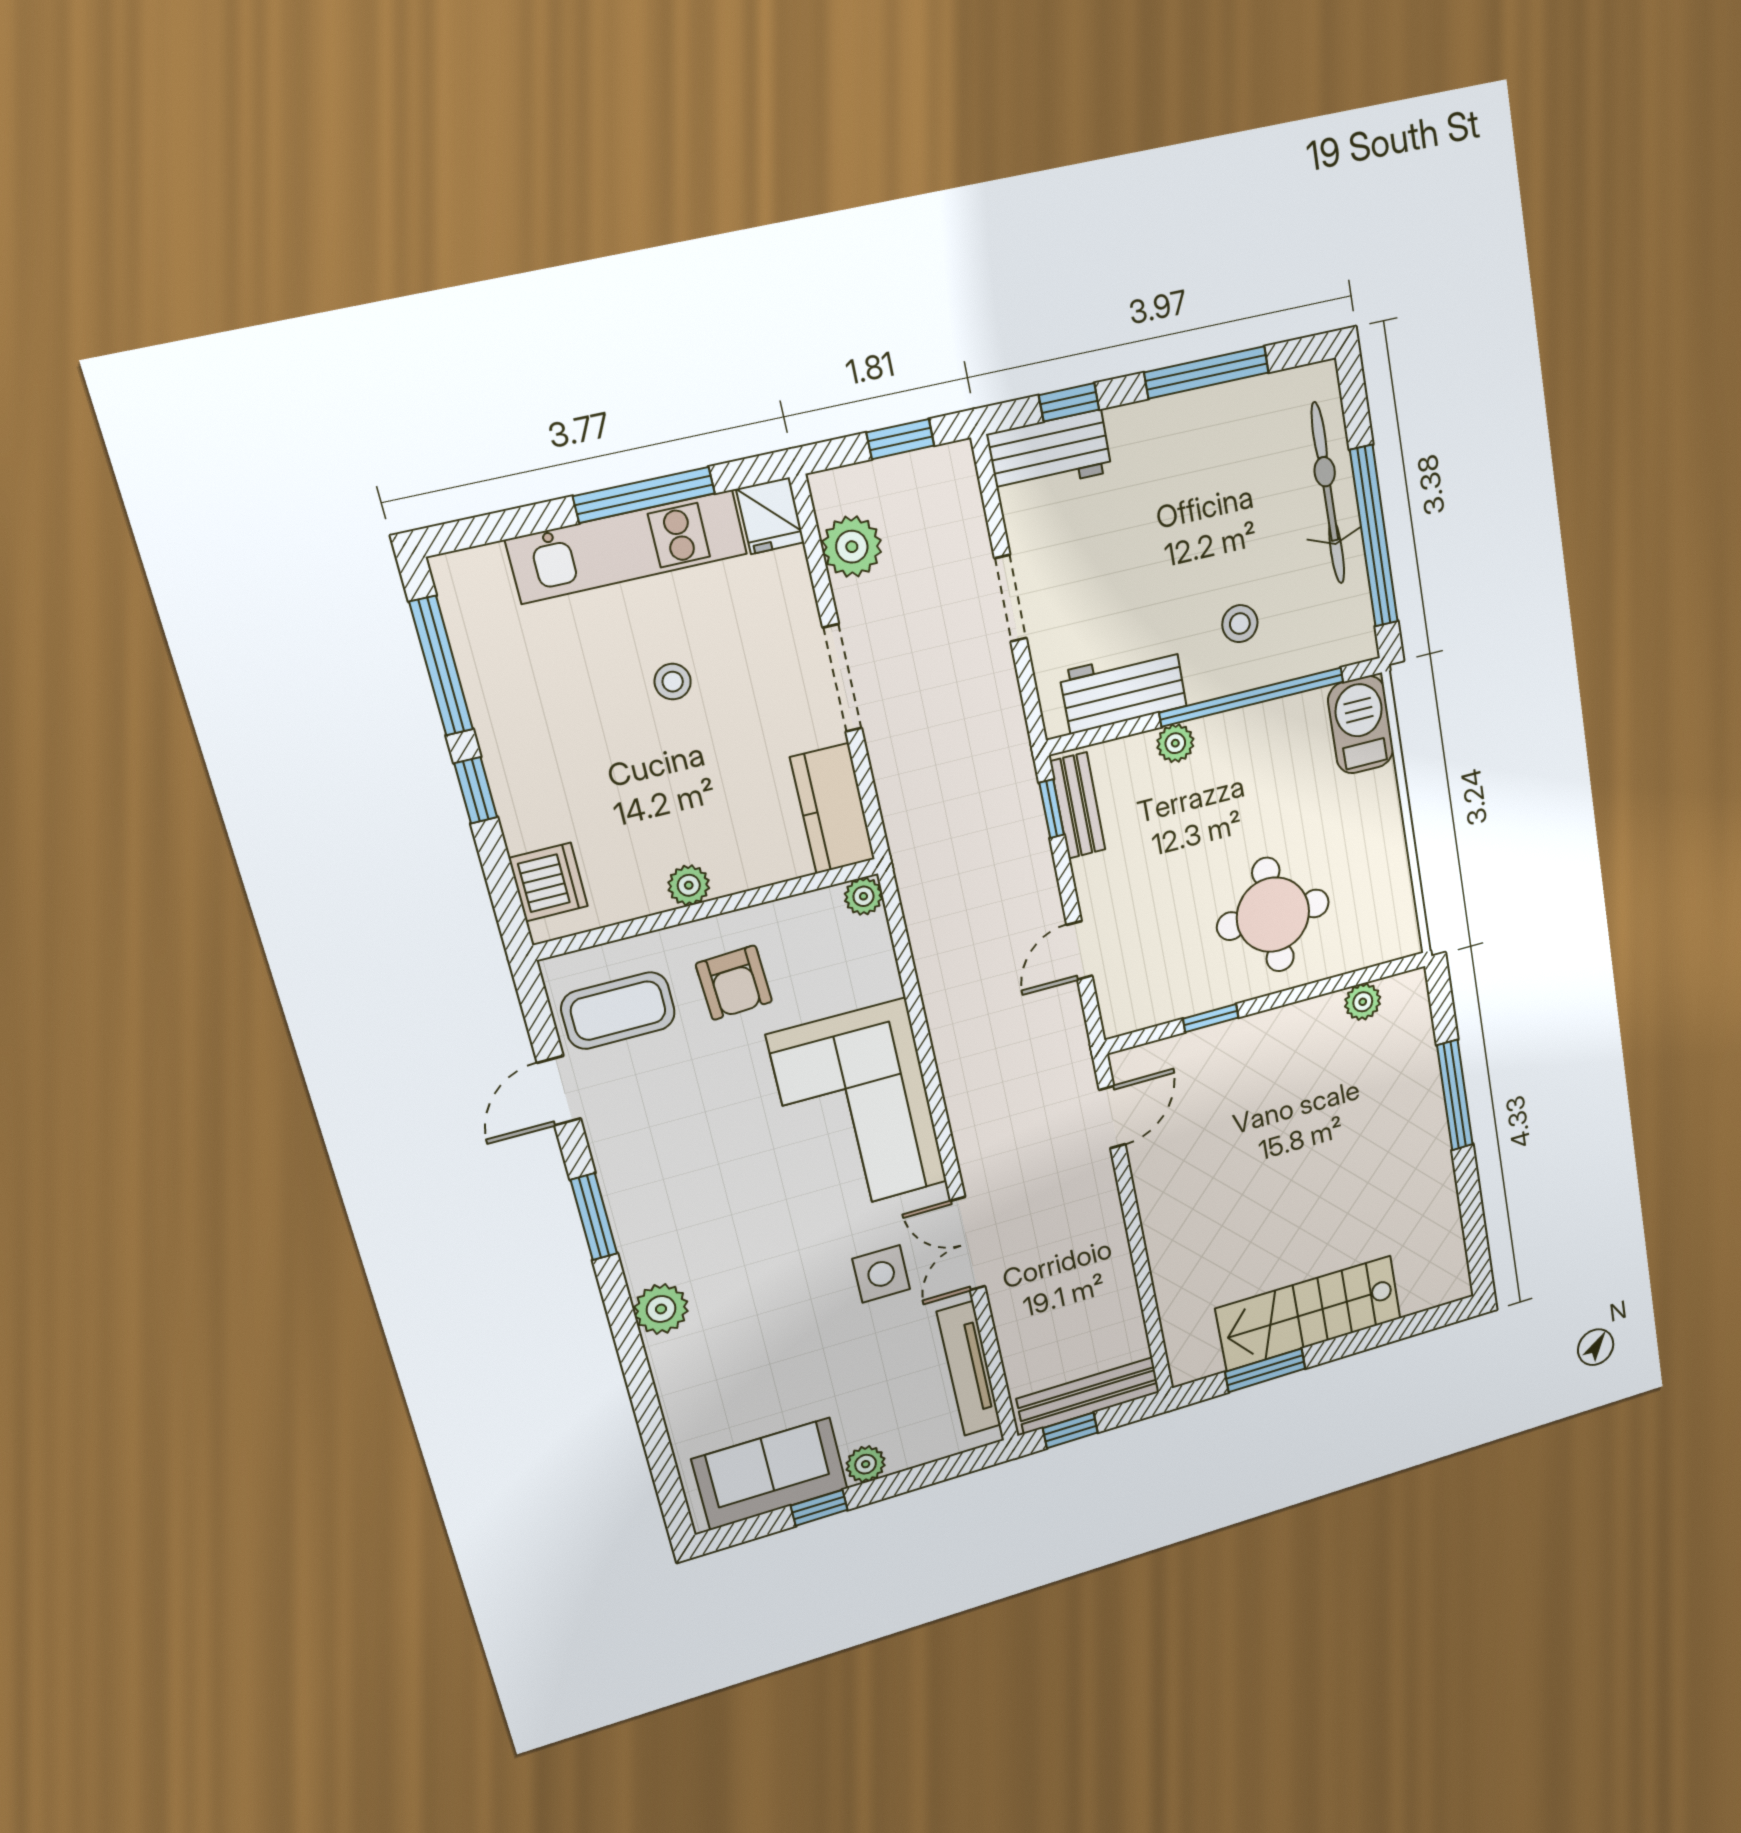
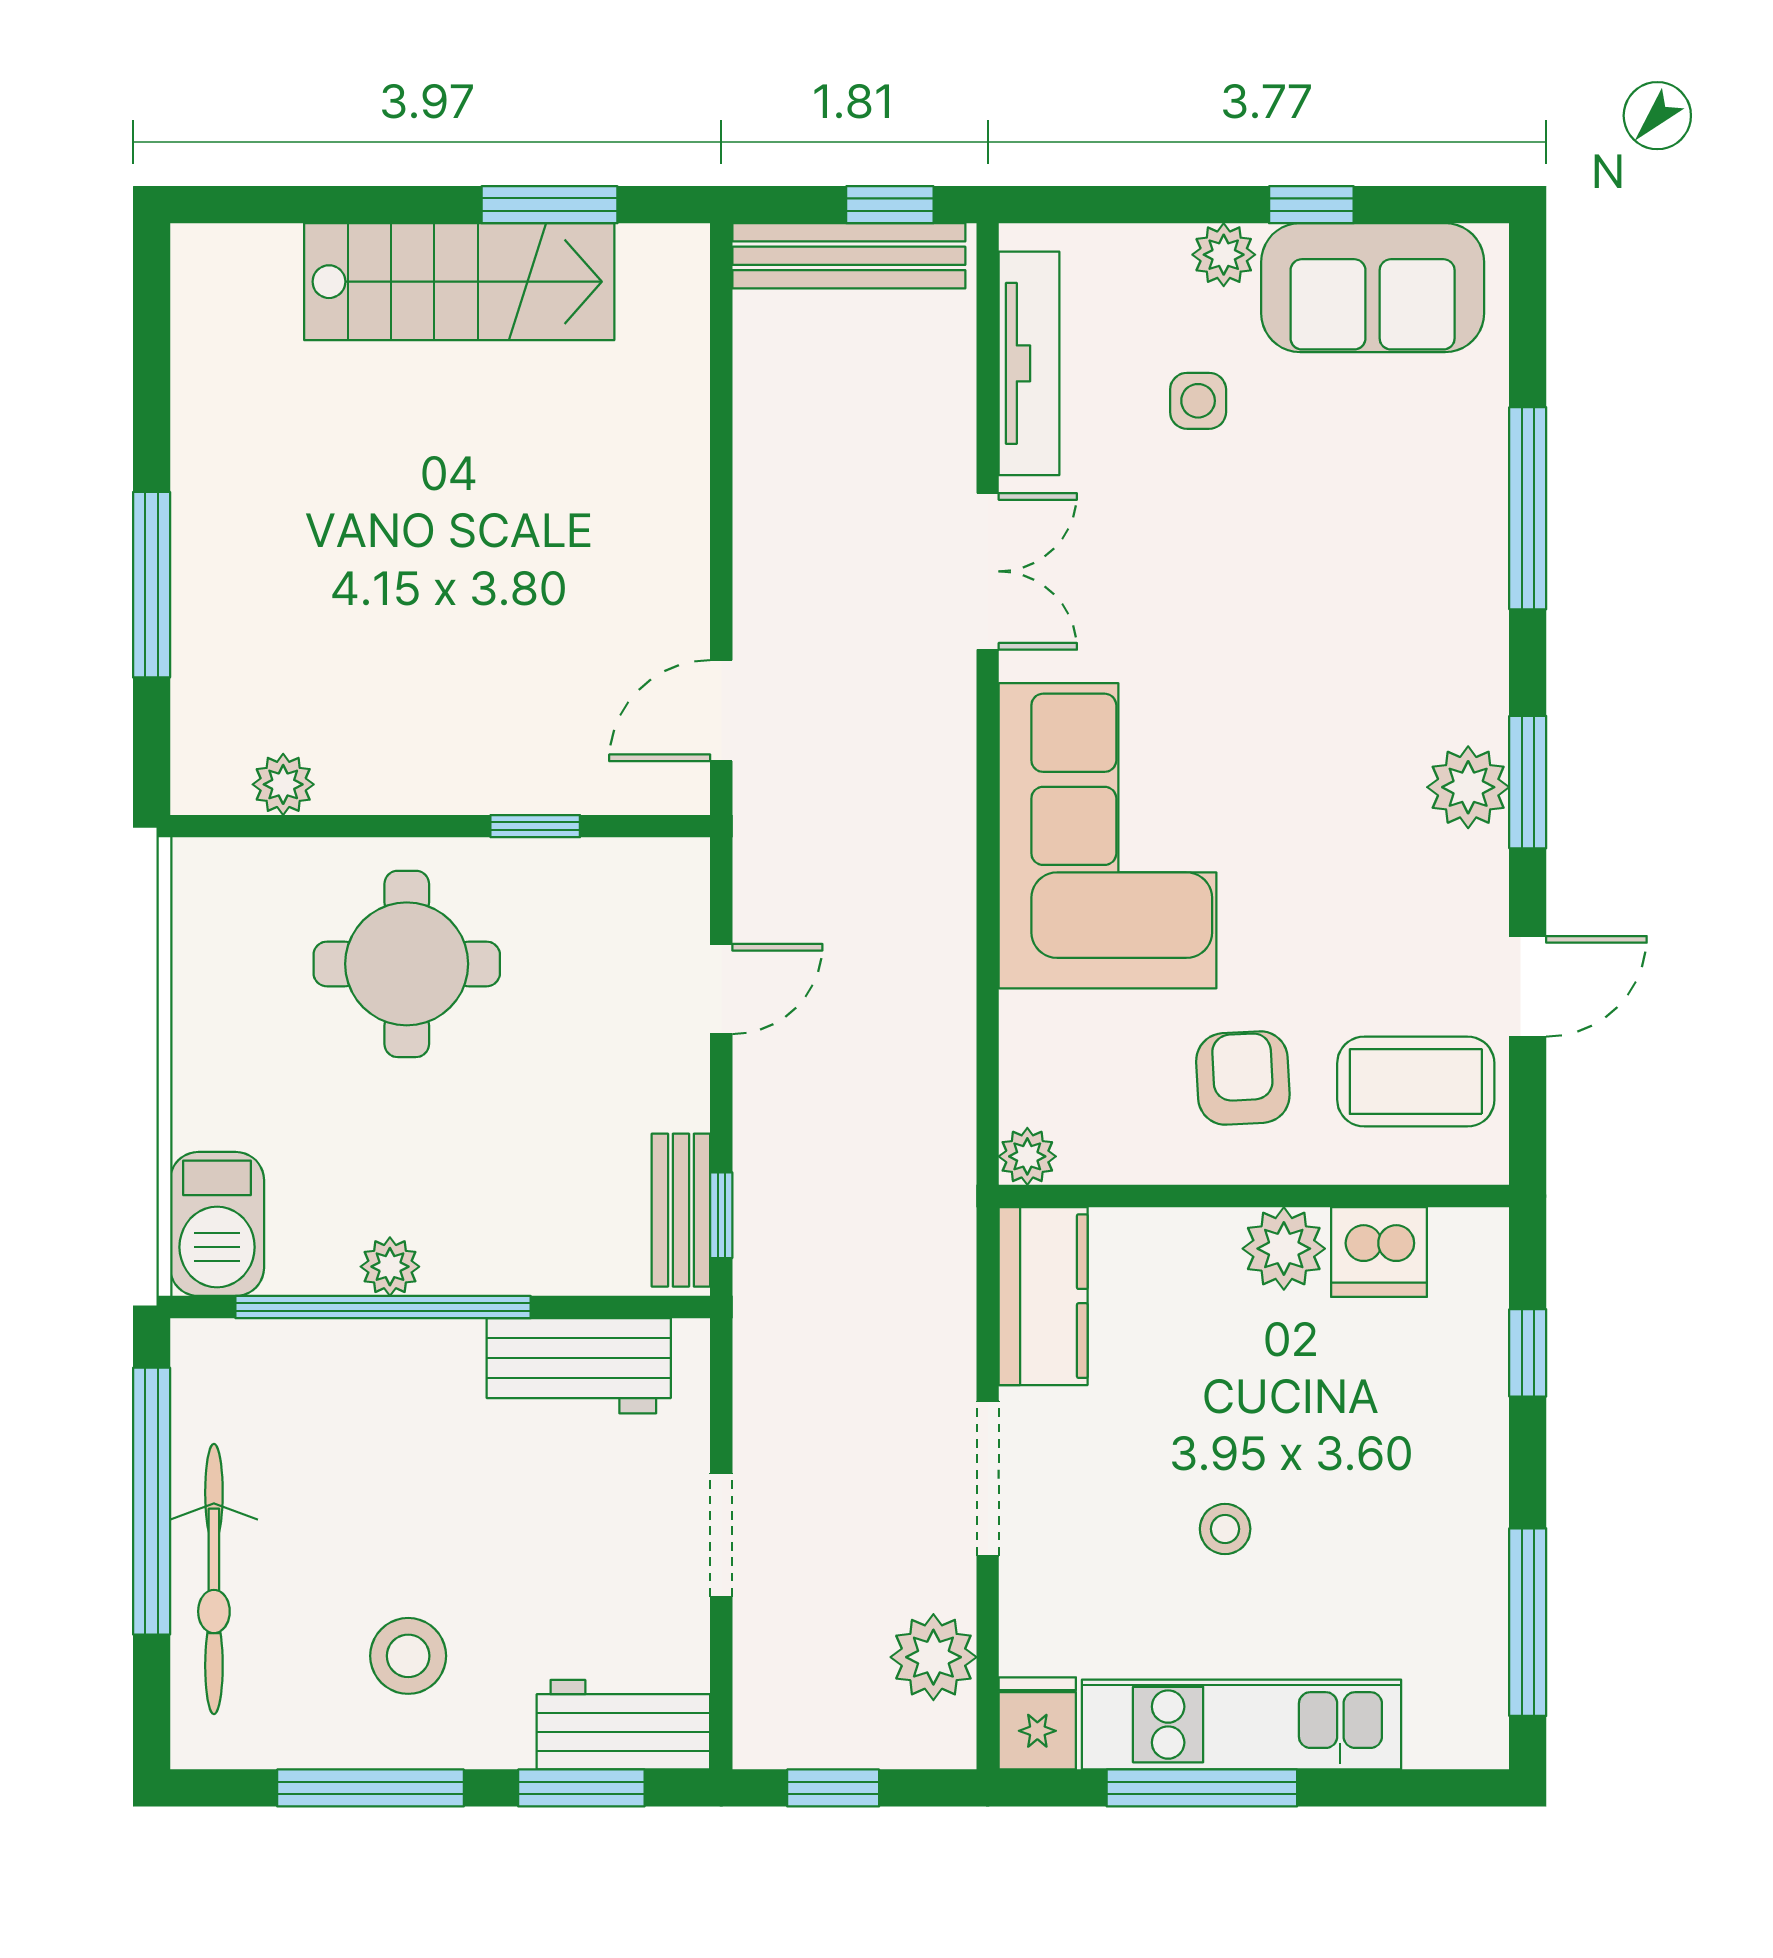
window: (1069, 402) -> (581, 1788), width x1.50
stool: (1240, 624) -> (408, 1656), moved, width x1.37, depth x1.37
plant: (1175, 743) -> (390, 1267), moved
window: (476, 790) -> (1528, 1353), moved
dishwasher: (548, 882) -> (1379, 1252), moved, turned -90
plant: (689, 885) -> (1284, 1249), width x1.38, depth x1.38
side table: (881, 1274) -> (1198, 401), moved, width x0.73, depth x0.73
plant: (661, 1309) -> (1468, 787), moved
window: (639, 1378) -> (1528, 508), added

